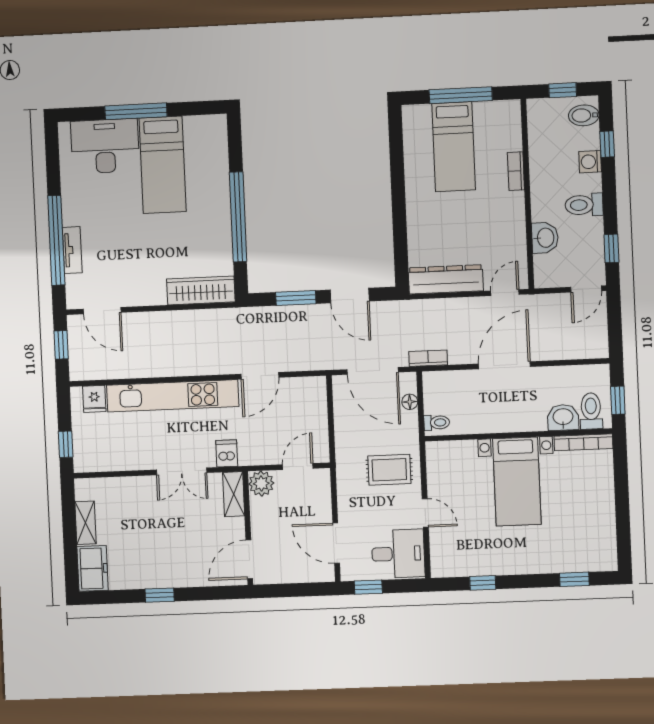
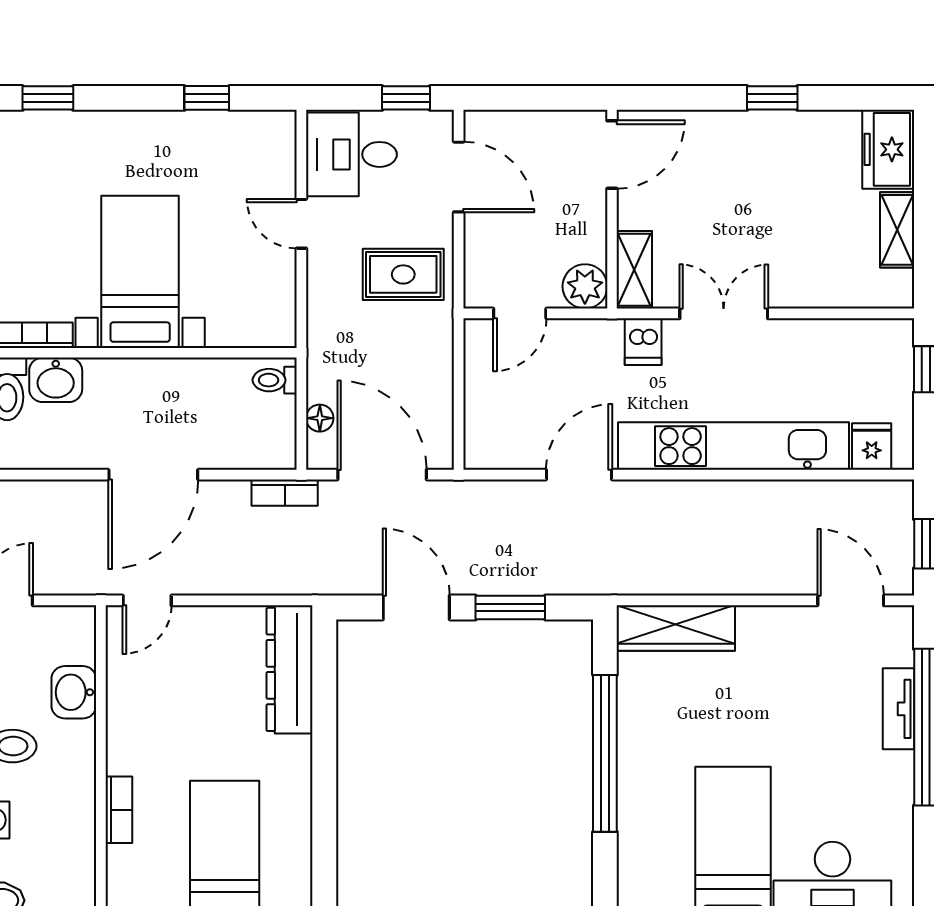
dresser: (446, 279) -> (290, 669), moved, turned 90
rug: (389, 470) -> (403, 274), moved

